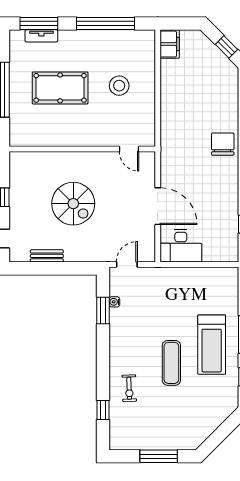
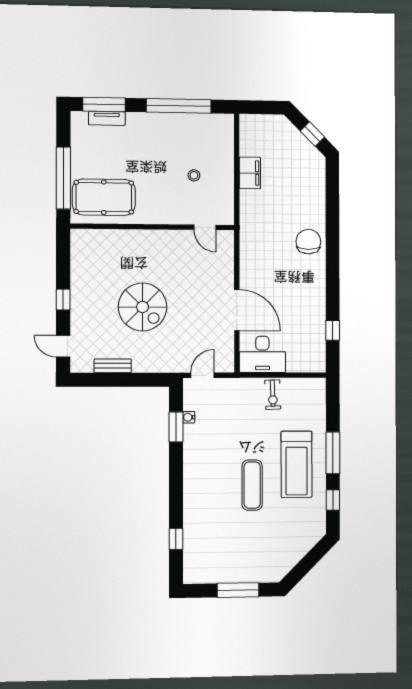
filing cabinet: (170, 44) -> (250, 173), moved
stool: (119, 86) -> (194, 175), width x0.53, depth x0.53
pool table: (60, 88) -> (104, 197), moved
wall: (82, 149) -> (153, 227), moved
door: (129, 149) -> (205, 227), moved
exercise bike: (129, 388) -> (273, 395), moved

